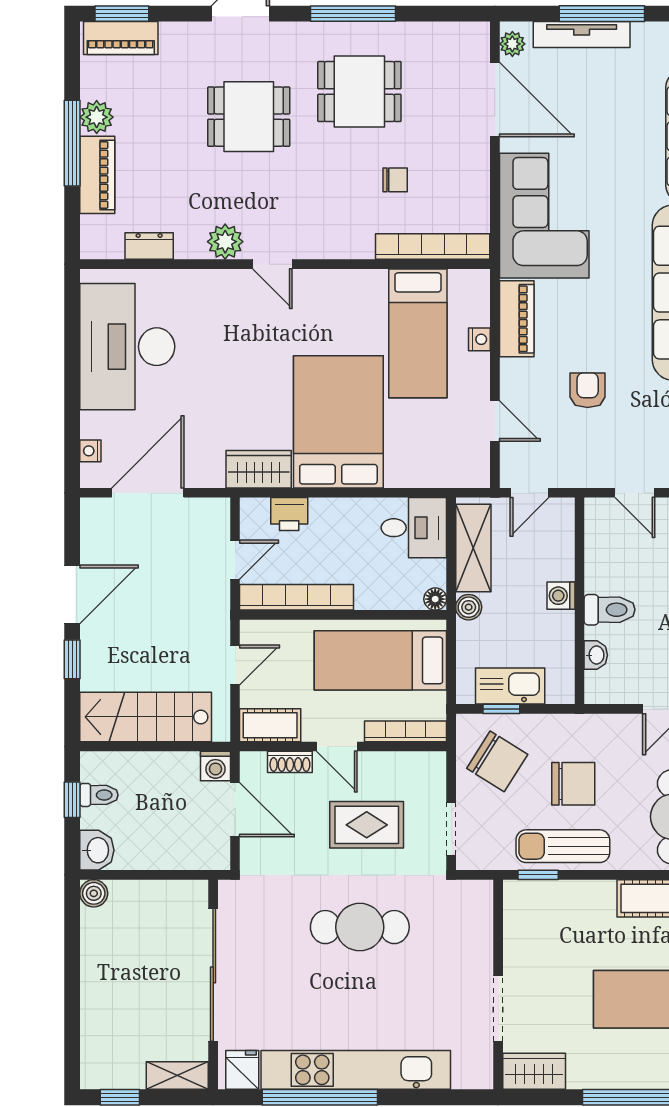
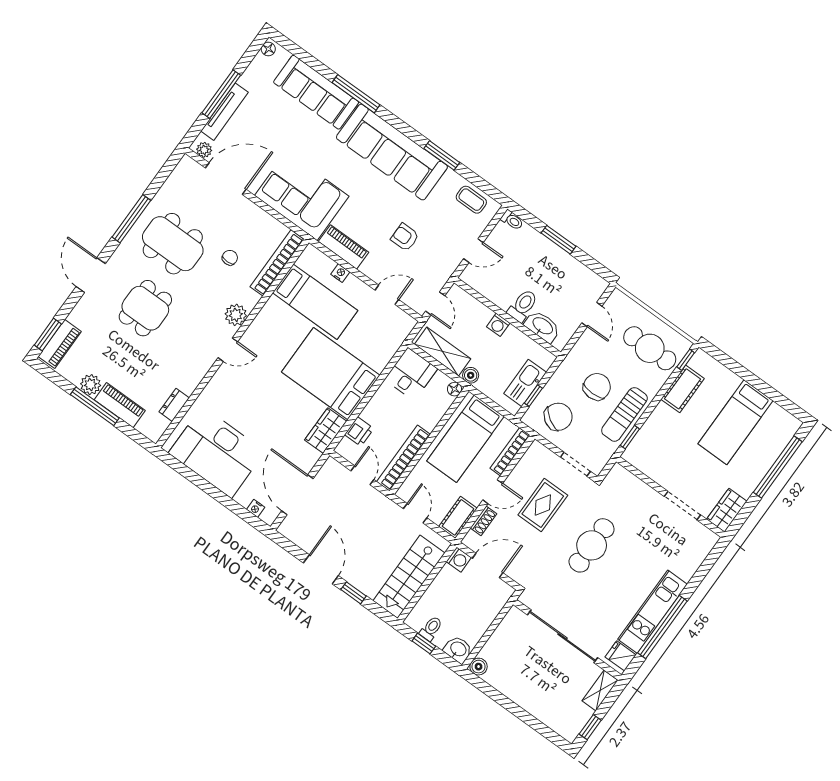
dining table: (359, 92) -> (173, 244), width x1.38
plant: (225, 242) -> (236, 315), moved
washbasin: (596, 655) -> (542, 326), width x1.91, depth x1.45
kitchen unit: (356, 1070) -> (653, 612), width x0.73

